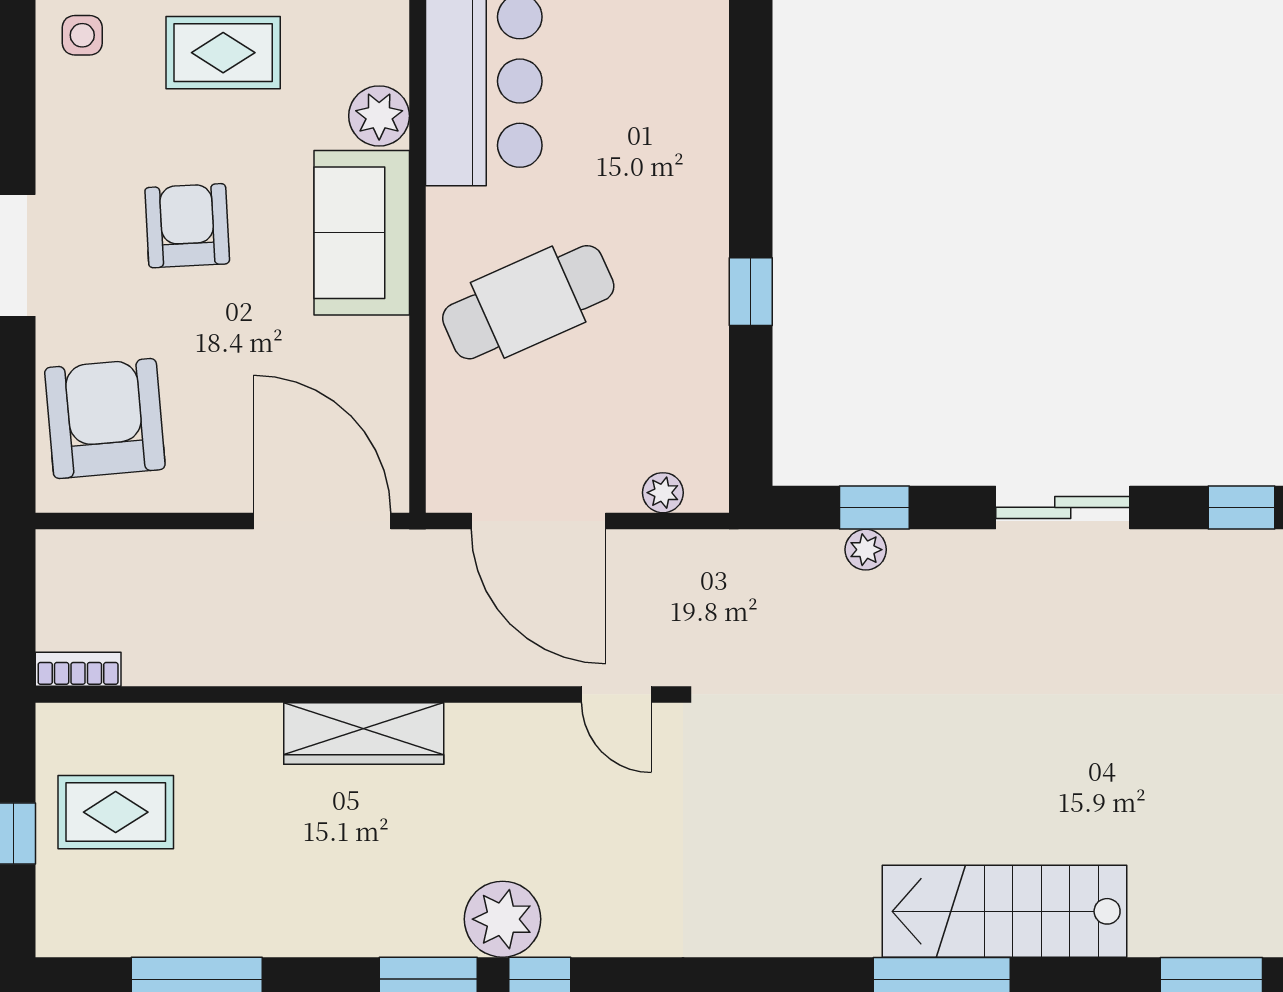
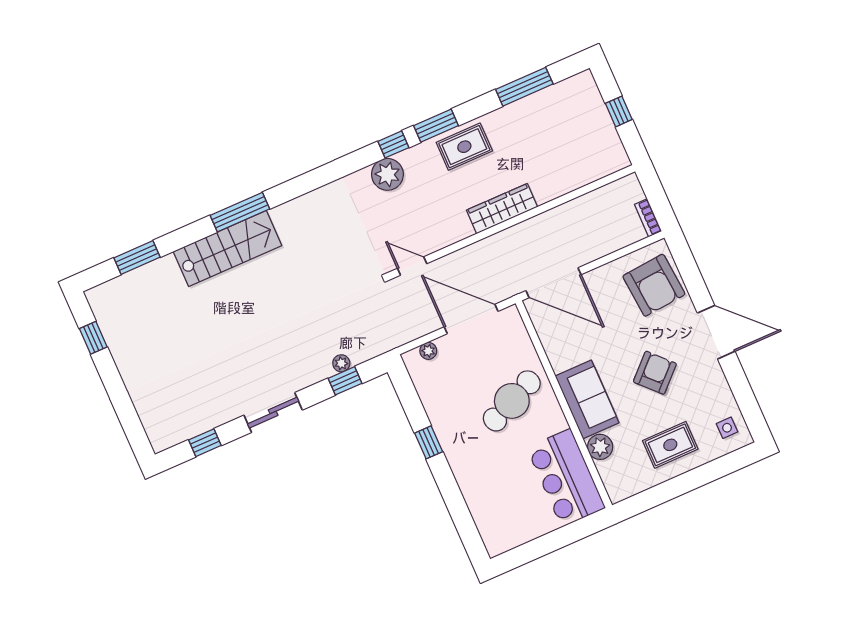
armchair: (187, 226) -> (655, 373), turned -131
bookcase: (78, 669) -> (648, 218), moved, turned 90
rug: (116, 812) -> (464, 147), moved
plant: (503, 919) -> (387, 174), moved

